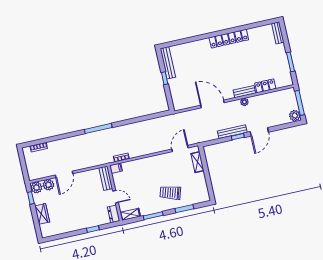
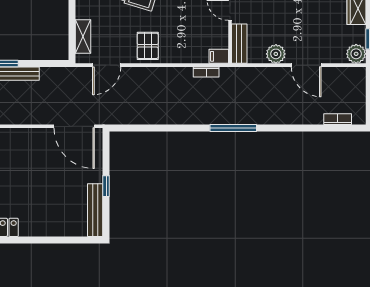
door: (212, 104) -> (74, 126), moved
pallet: (159, 165) -> (148, 46), added
door: (64, 174) -> (306, 65), swing flipped
plant: (48, 185) -> (276, 54), moved

